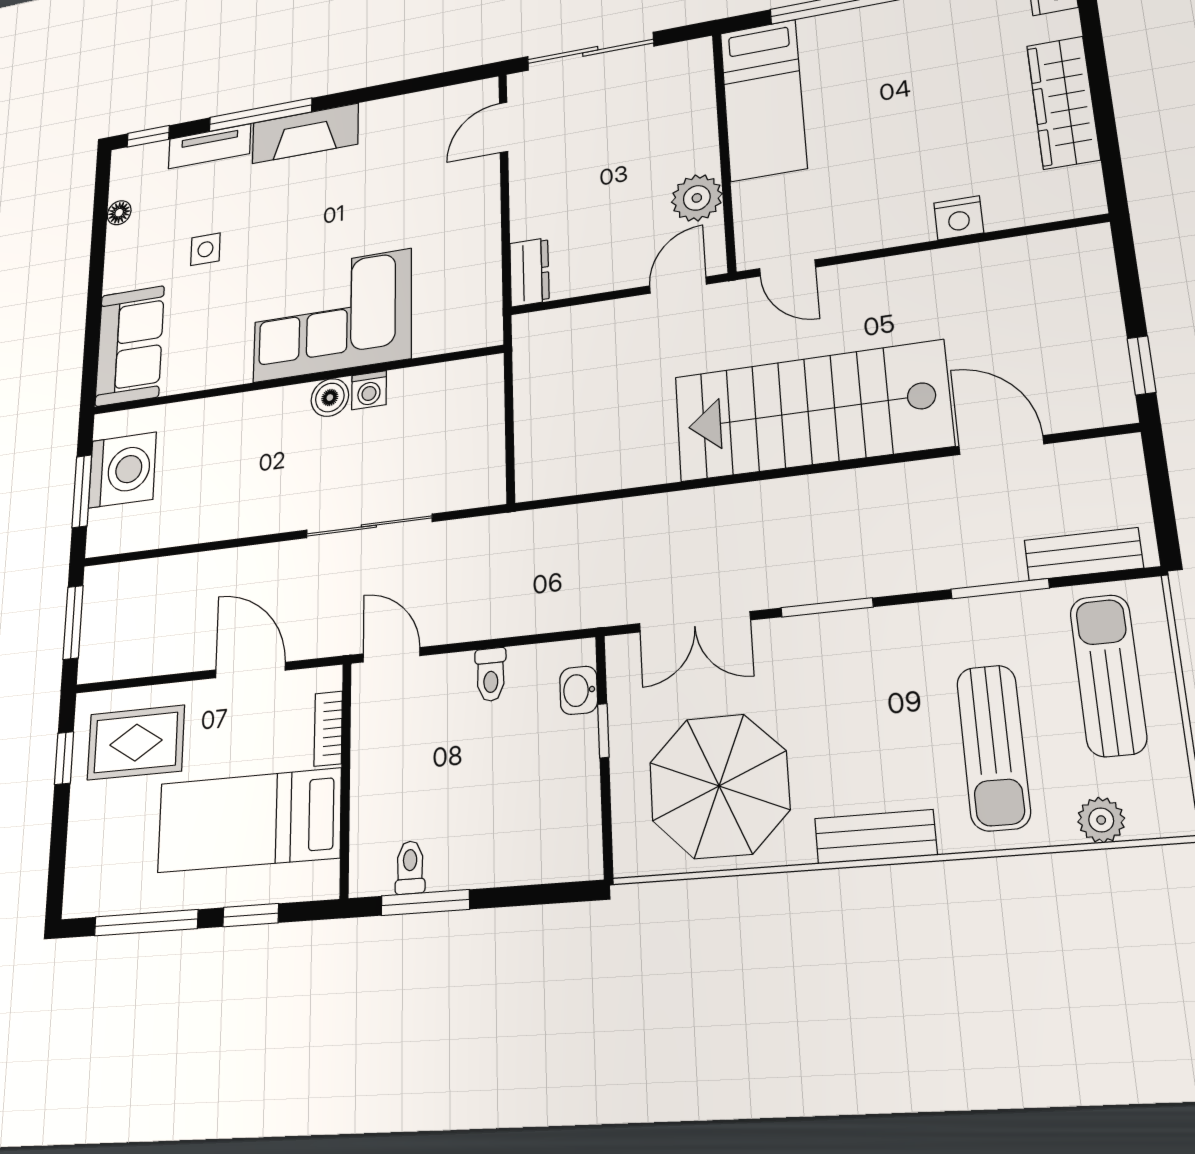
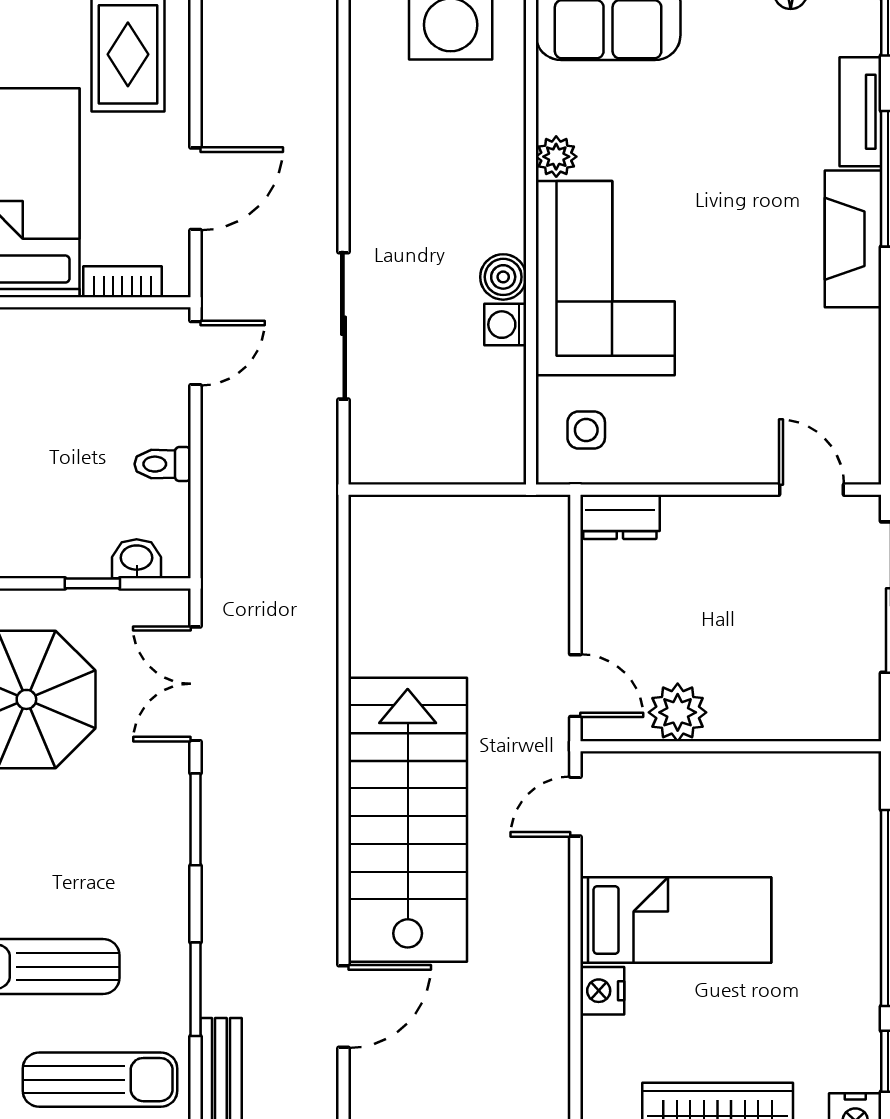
bed: (763, 100) -> (676, 920), moved, turned 180
side table: (205, 249) -> (586, 430), moved
plant: (234, 369) -> (556, 157), added

